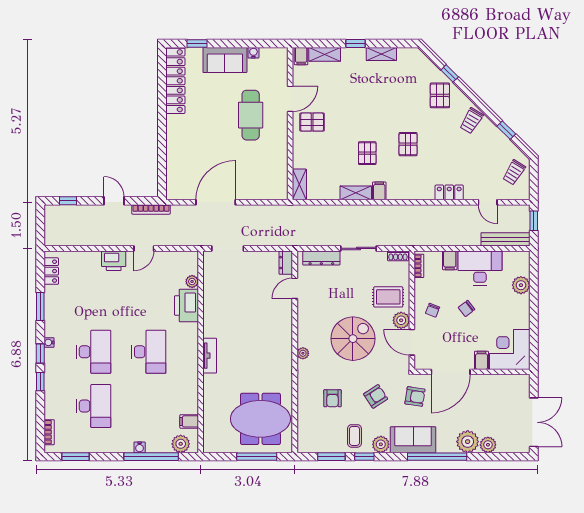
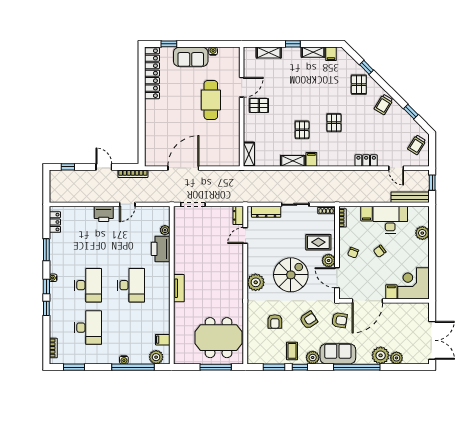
filing cabinet: (301, 56) -> (331, 54), moved
plant: (303, 353) -> (256, 282), width x1.87, depth x1.87

